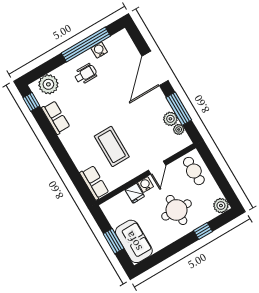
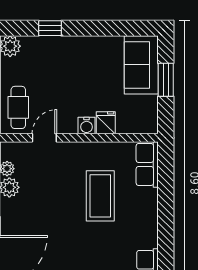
door: (157, 168) -> (44, 138), moved
round table: (177, 210) -> (67, 73), removed

